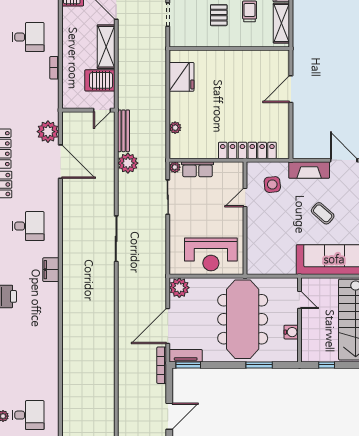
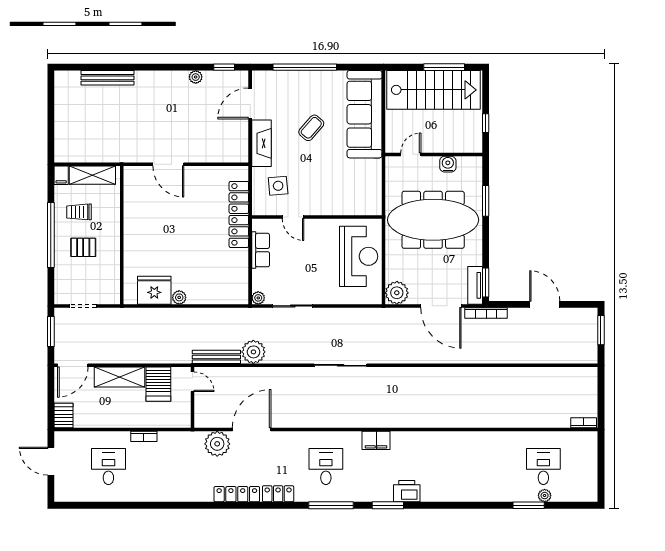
plant: (175, 128) -> (179, 297), moved
row of seats: (197, 169) -> (261, 250), moved

